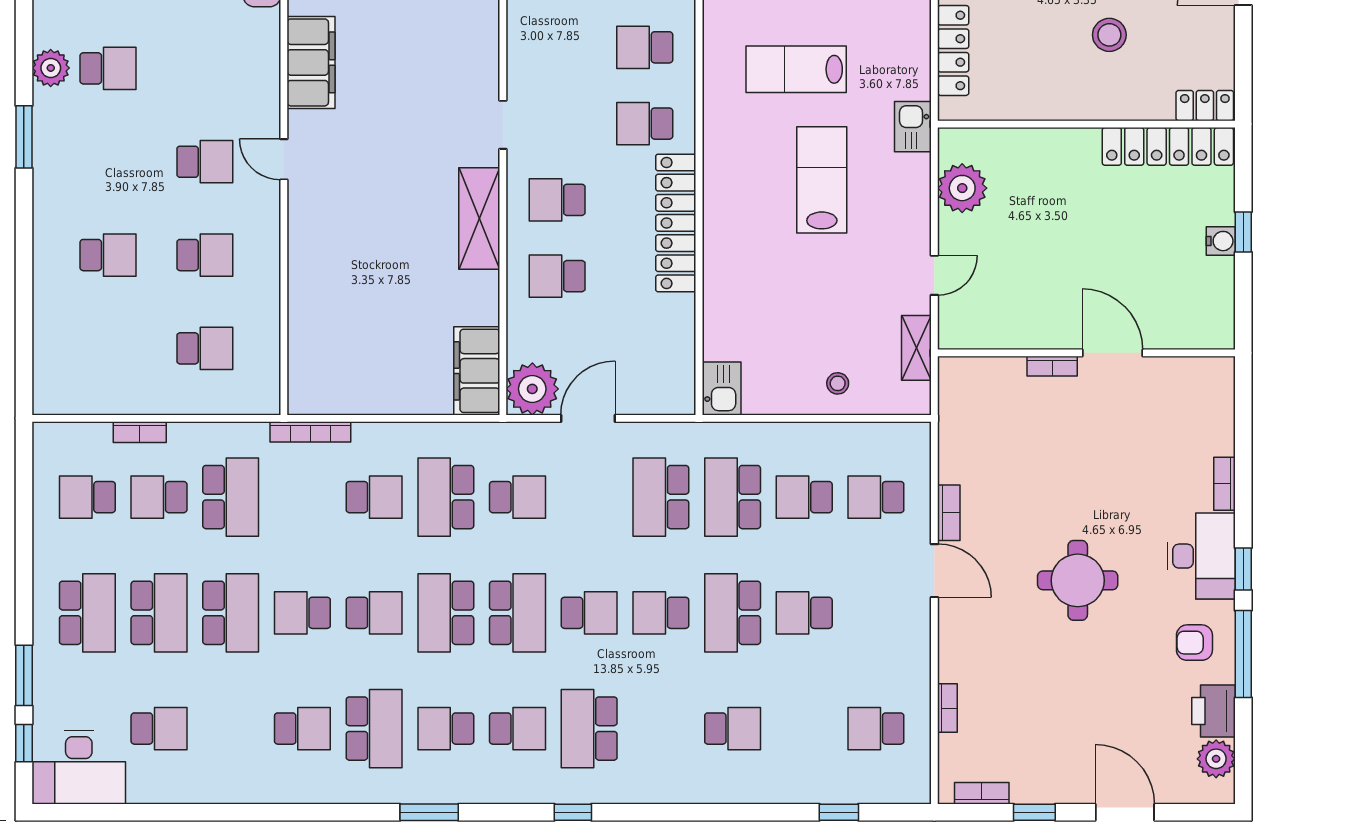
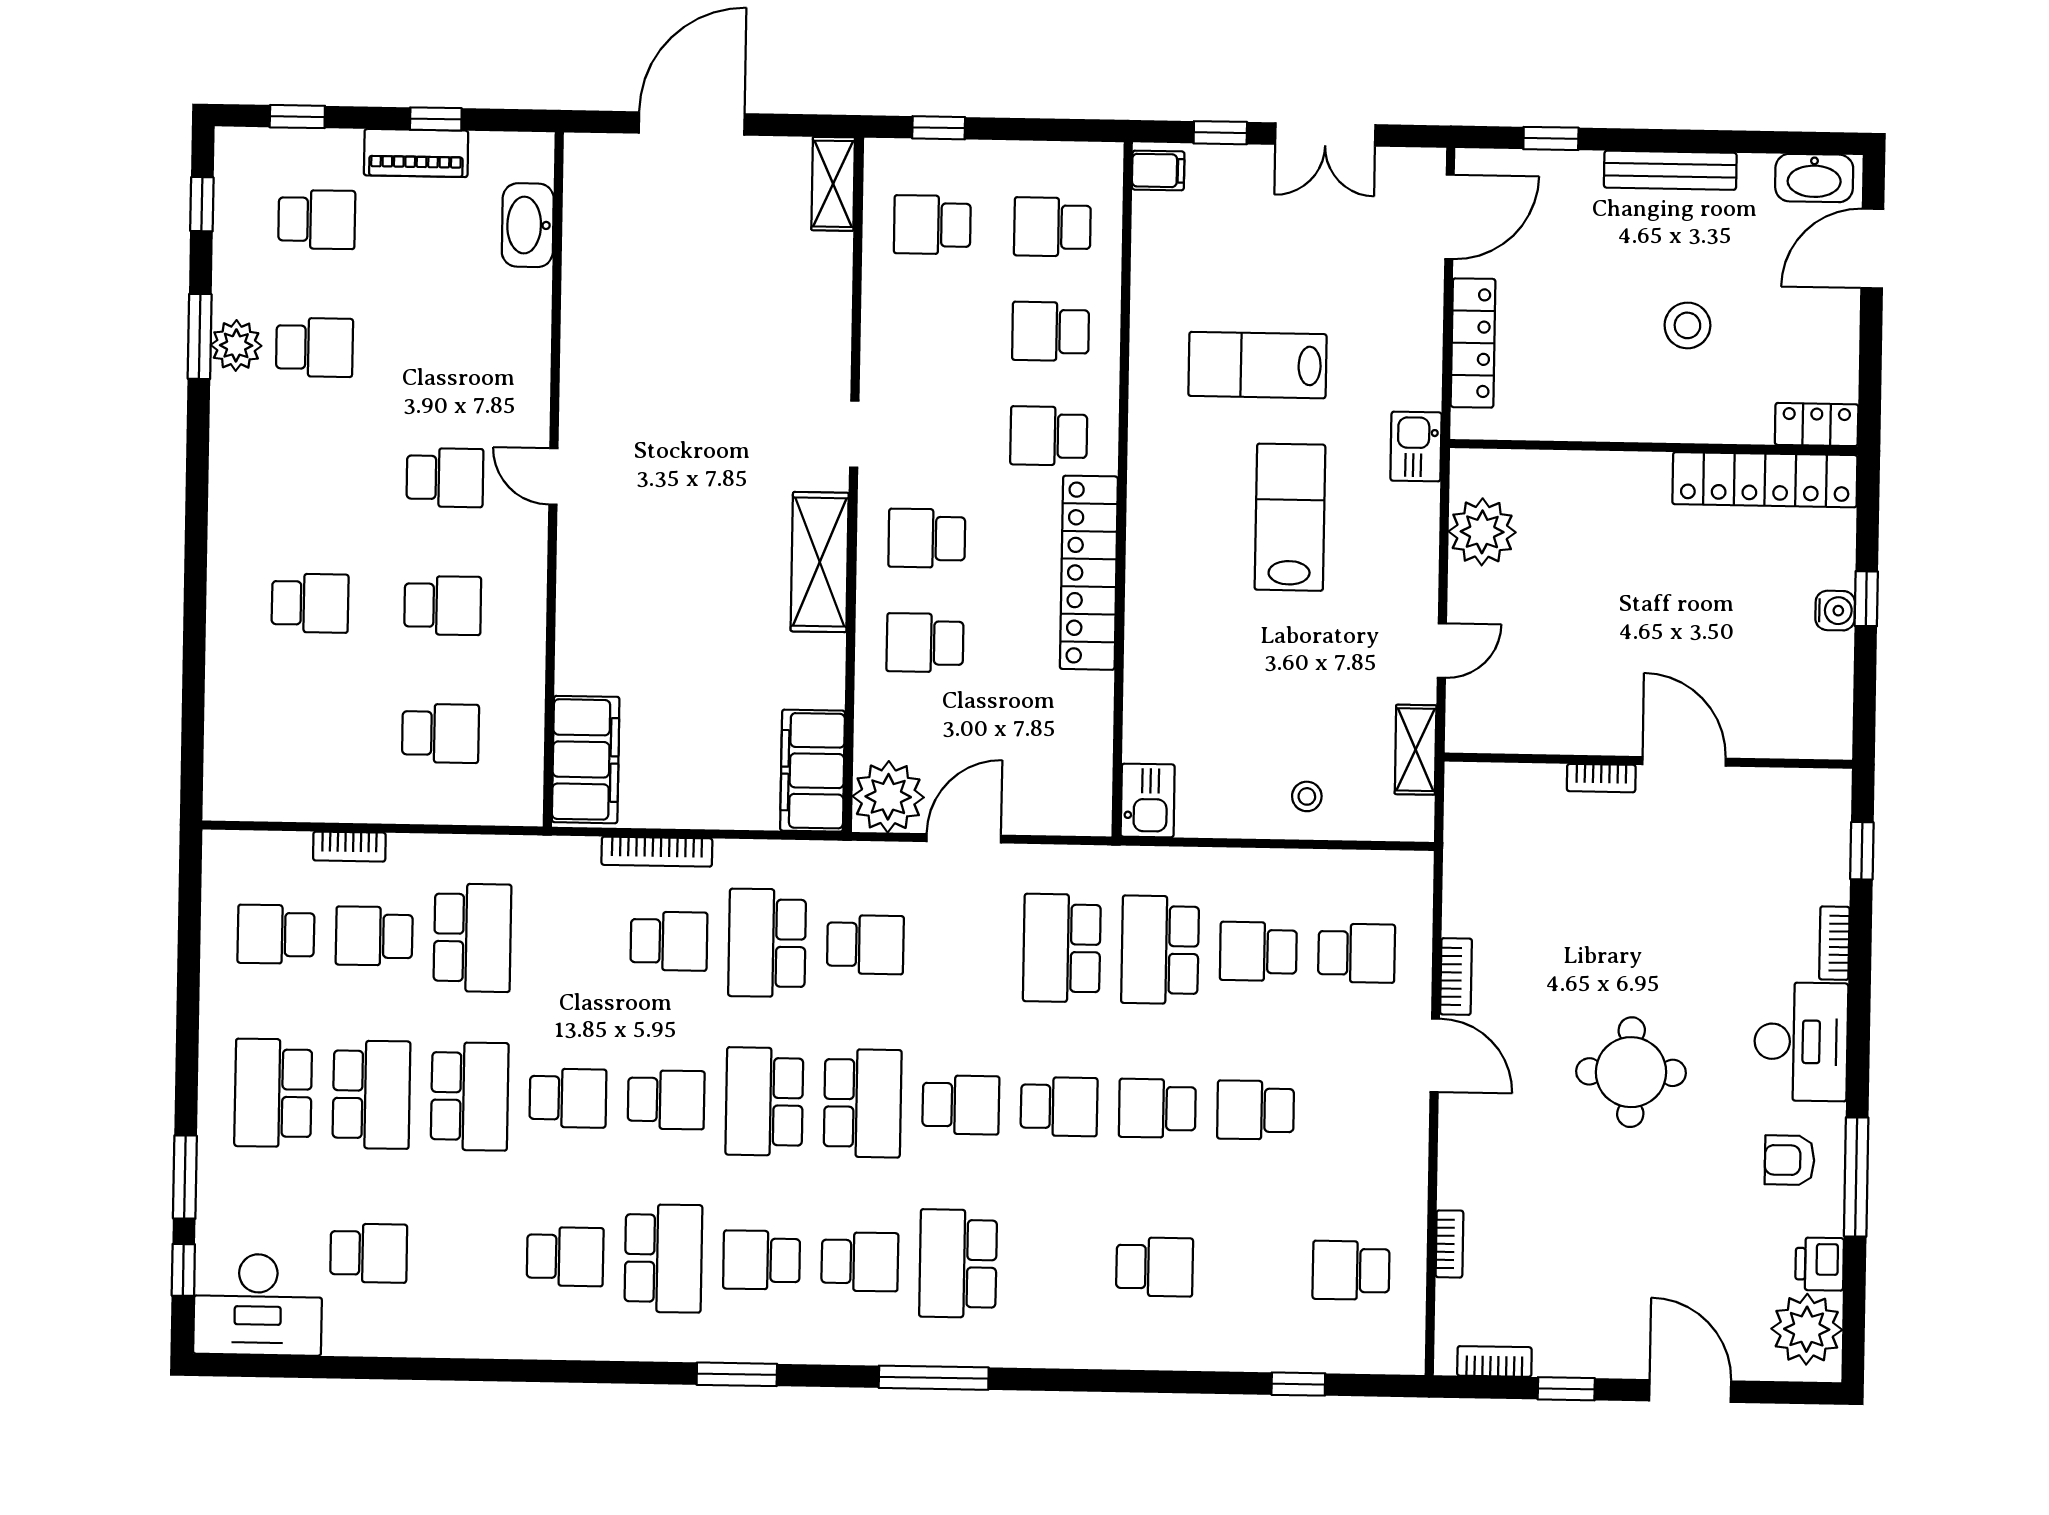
filing cabinet: (311, 62) -> (586, 760), moved
window: (24, 137) -> (200, 336), moved
bookcase: (310, 432) -> (657, 852), moved
school desk: (876, 497) -> (1357, 953), turned 180
window: (1243, 569) -> (1862, 851), moved
school desk: (87, 613) -> (273, 1093), turned 180
school desk: (302, 613) -> (568, 1098), turned 180
school desk: (661, 613) -> (1059, 1107), turned 180
school desk: (733, 613) -> (1157, 1108), width x0.54
printer: (1213, 711) -> (1820, 1264), width x0.73, depth x0.81
plant: (1216, 759) -> (1807, 1329), width x1.36, depth x1.36
window: (573, 812) -> (934, 1378), width x2.17

